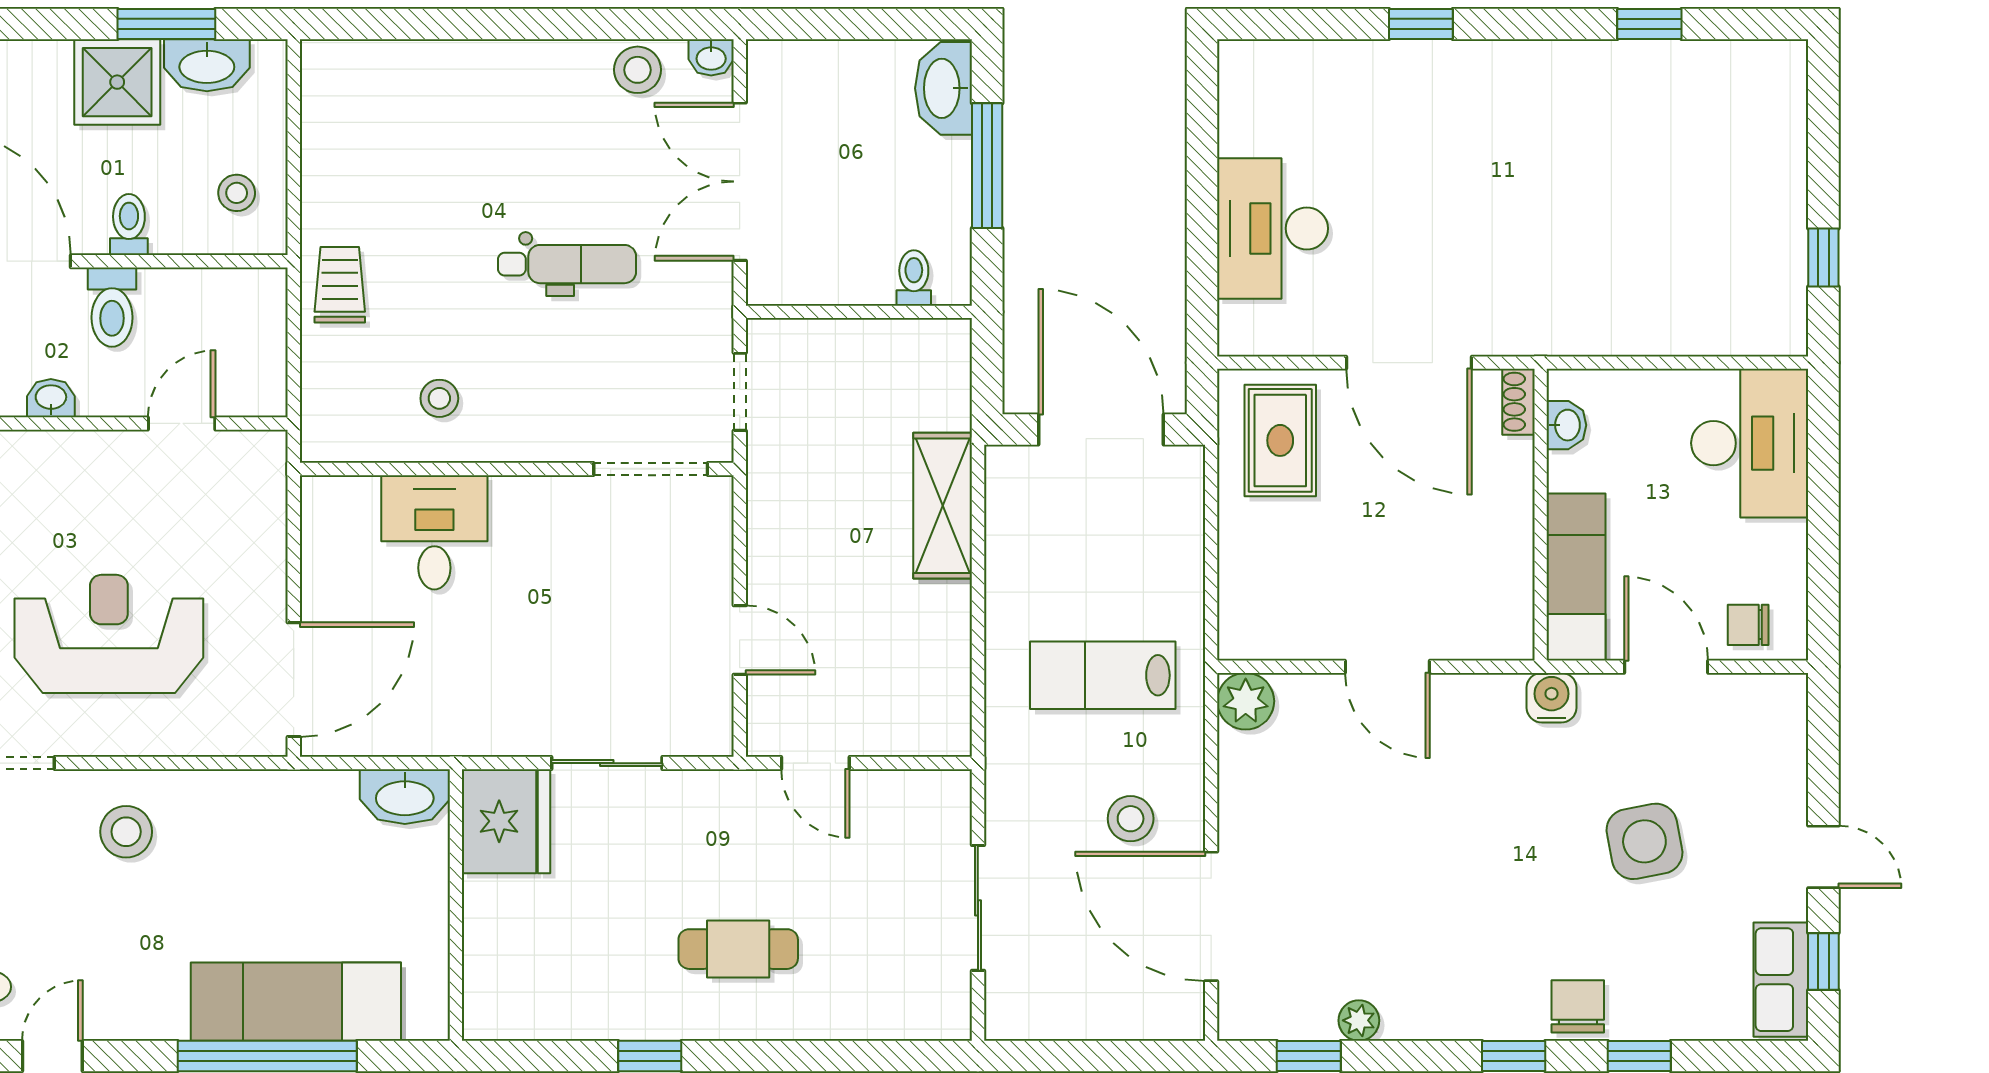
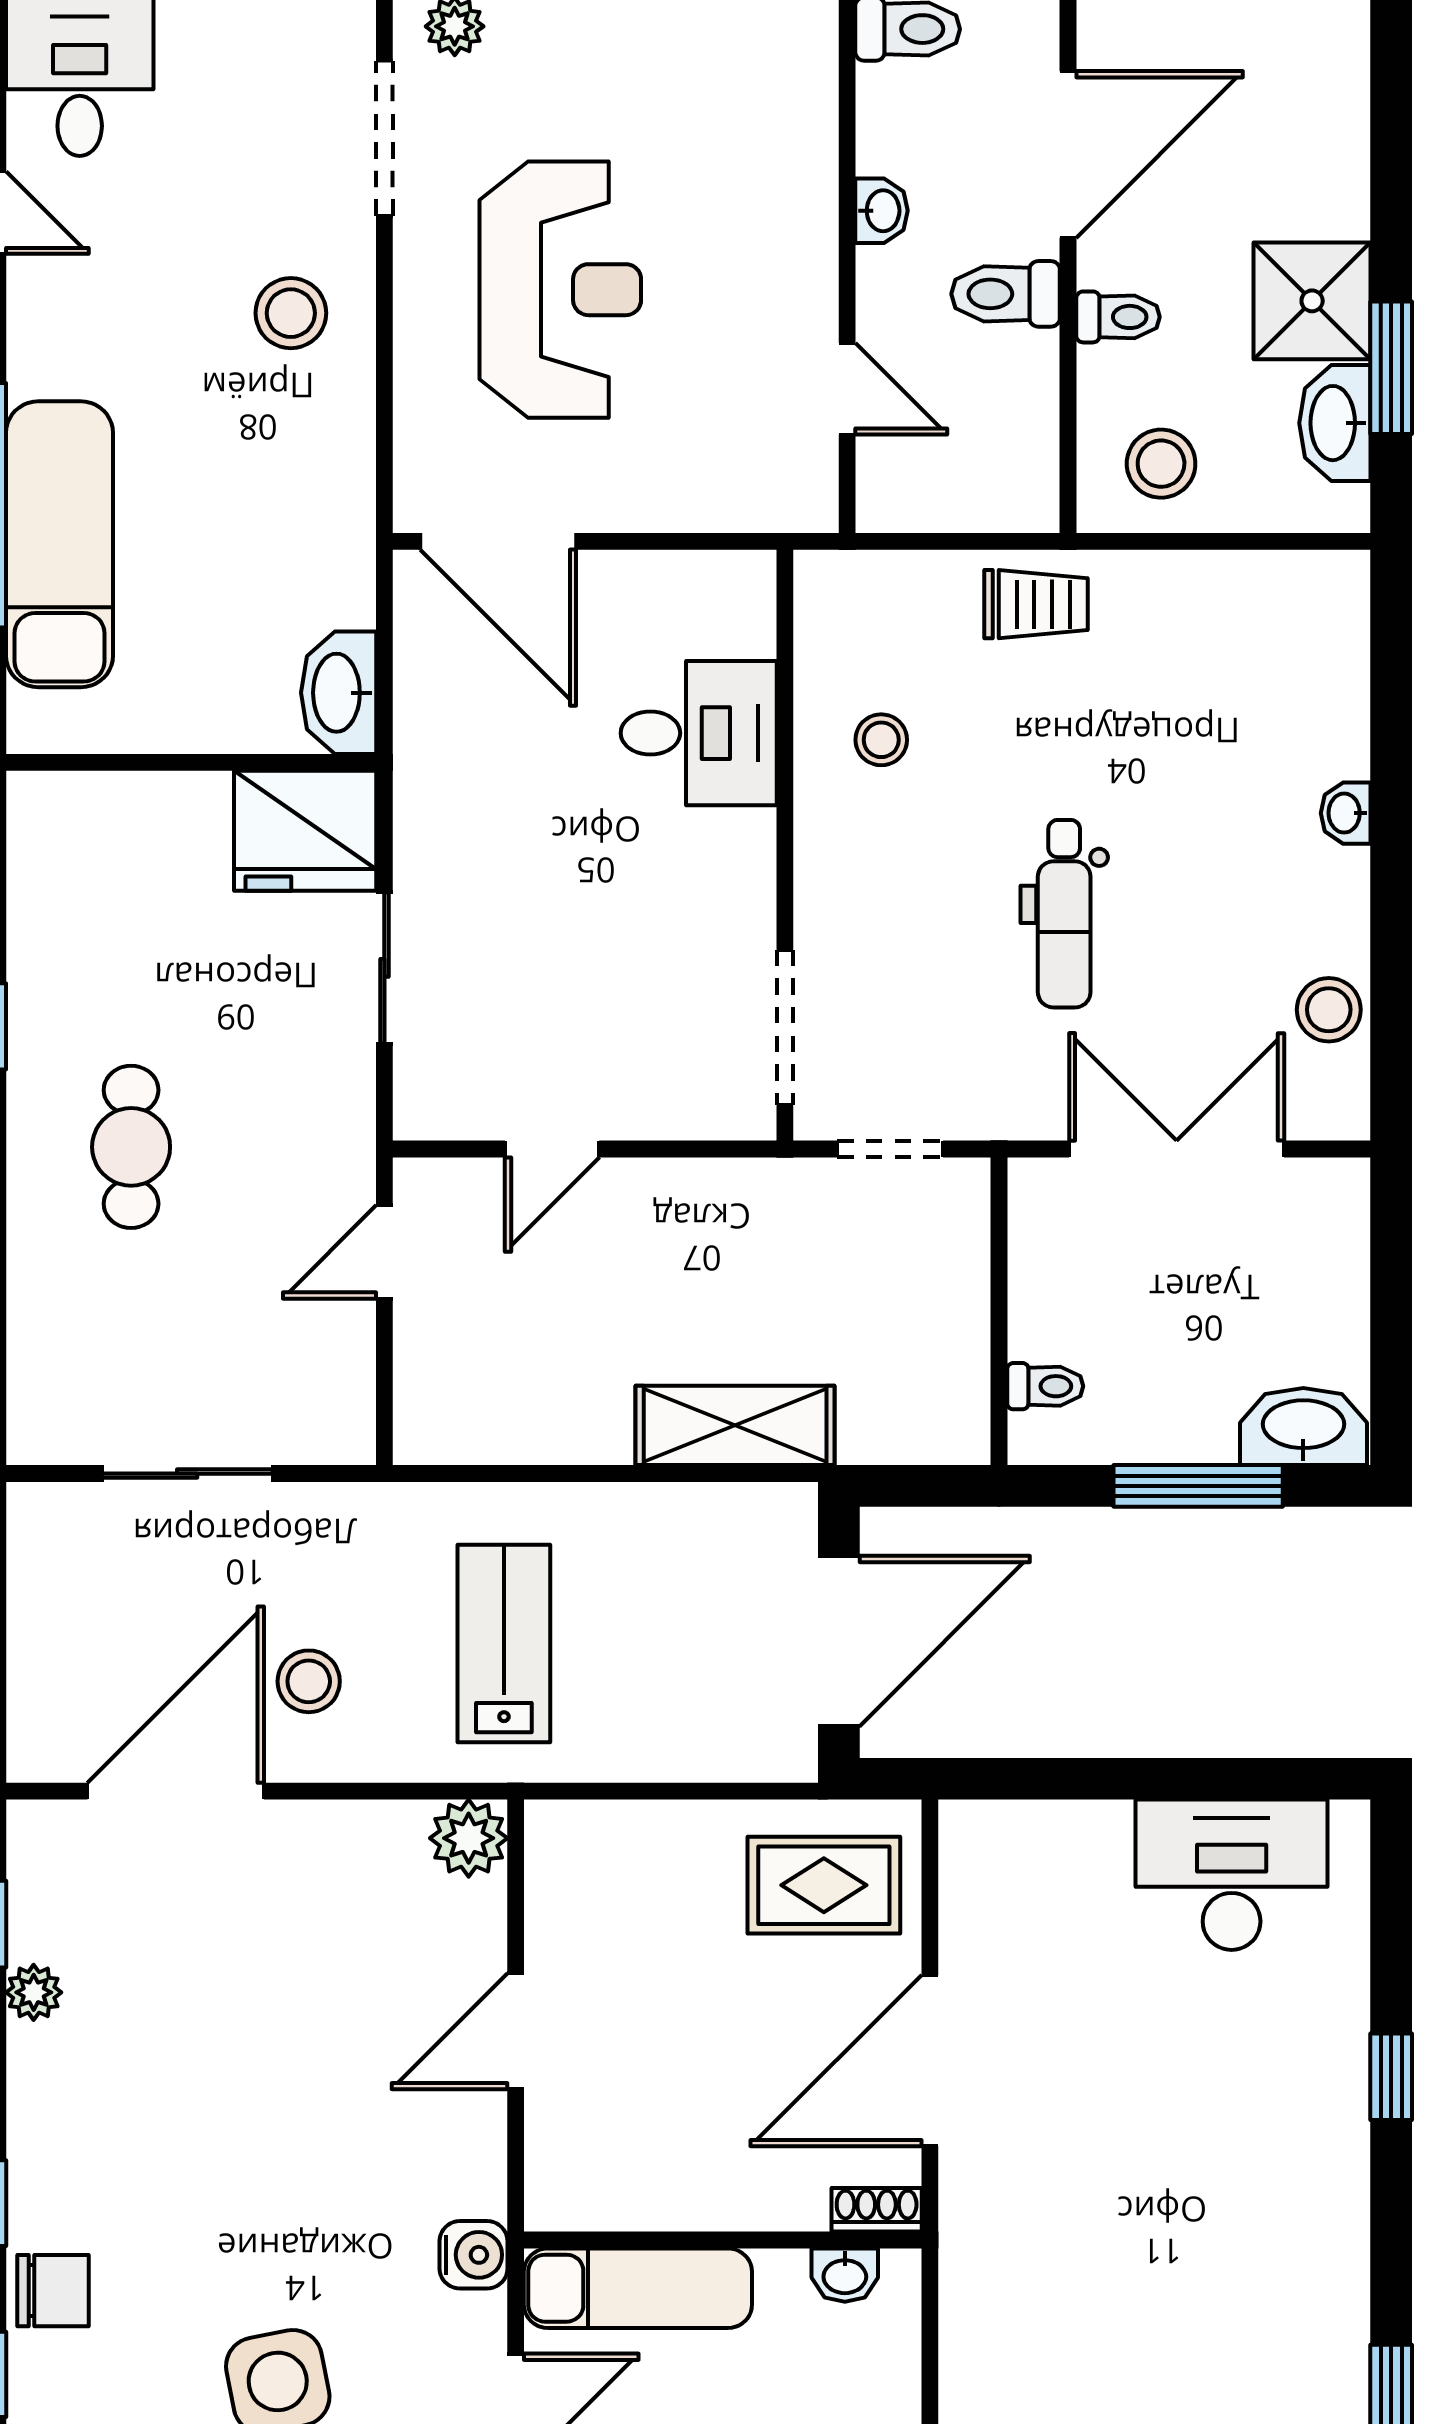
washbasin: (711, 57) -> (1346, 813), moved
stool: (237, 193) -> (1161, 464), width x1.37, depth x1.37
desk: (1273, 228) -> (1232, 1875), moved

